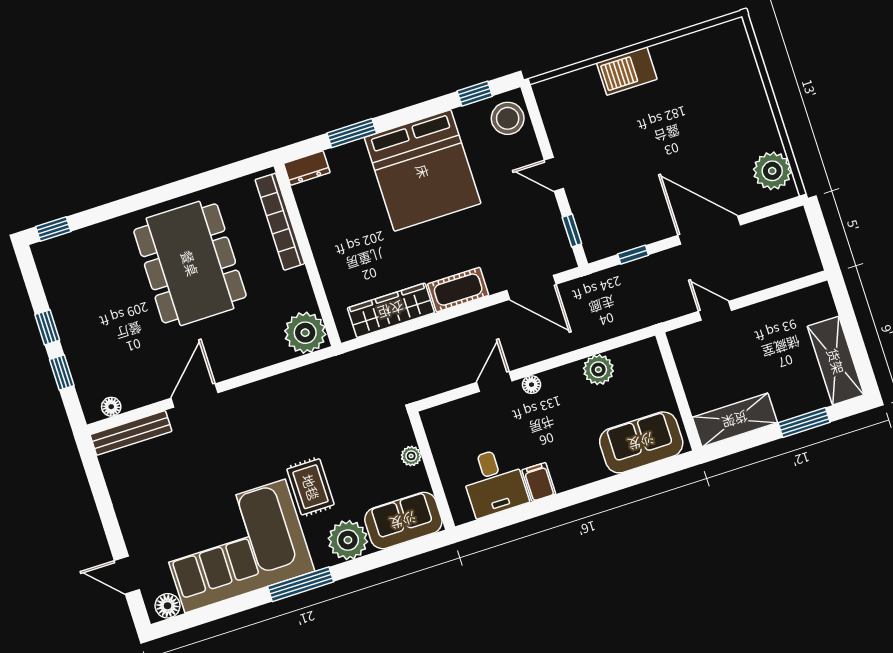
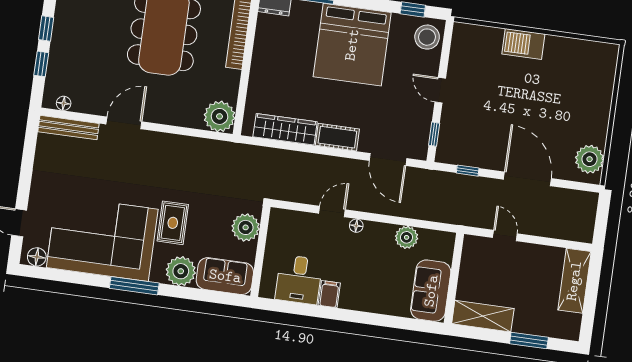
shelving: (836, 361) -> (574, 281), moved
sofa: (641, 442) -> (431, 291), moved, turned -90
plant: (411, 456) -> (246, 227), width x1.88, depth x1.88

